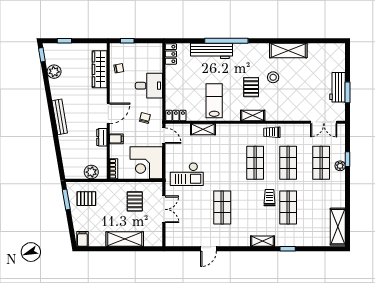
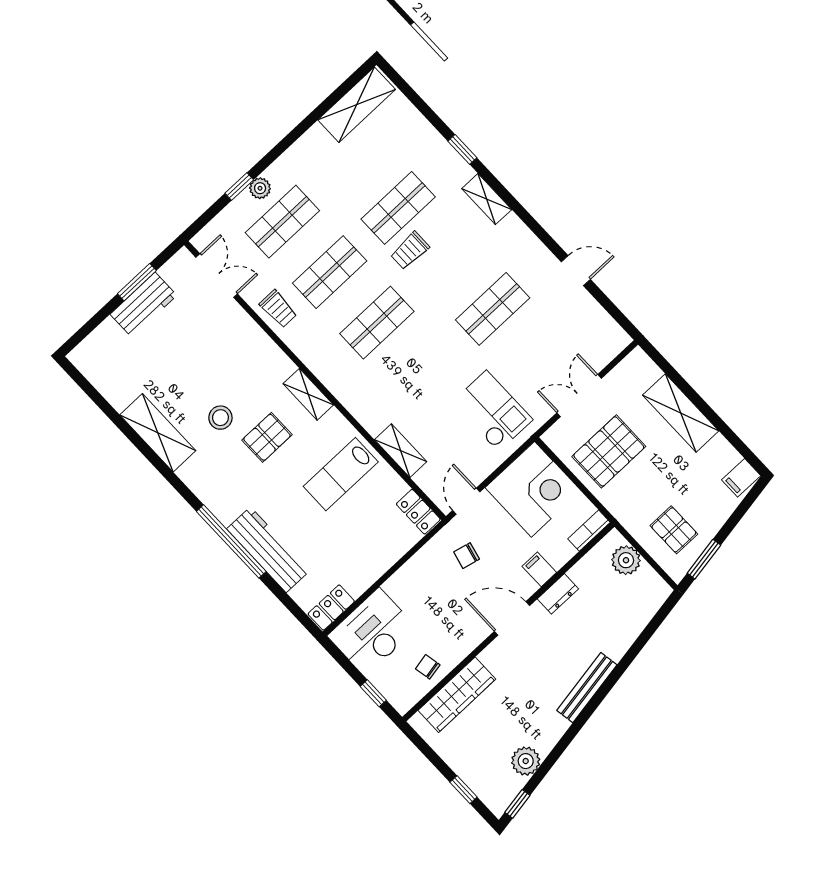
desk: (149, 86) -> (372, 632), moved, width x1.37
trolley: (272, 132) -> (278, 309), moved
pallet: (135, 201) -> (609, 451), width x1.50, depth x1.42

